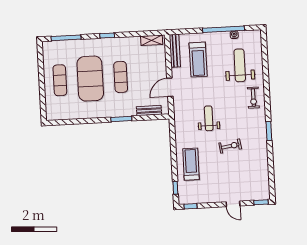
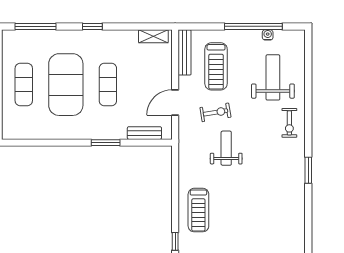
exercise bike: (230, 146) -> (215, 112), moved
treadmill: (191, 164) -> (198, 210), turned 180

